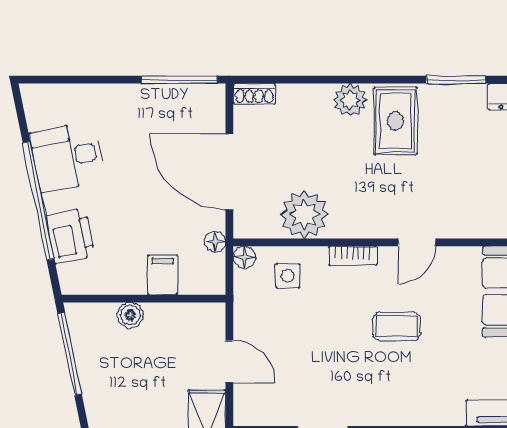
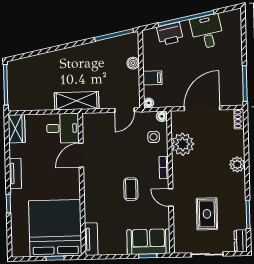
rug: (395, 121) -> (207, 214), moved, turned 90
floor lamp: (215, 242) -> (149, 103), moved
door: (229, 361) -> (124, 110), moved

